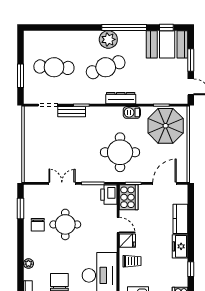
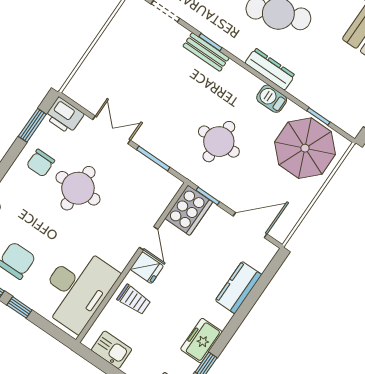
bench: (72, 112) -> (206, 52), moved
round table: (120, 152) -> (219, 142), width x0.73, depth x0.73
printer: (109, 195) -> (64, 116), moved, turned -90
freezer: (180, 246) -> (201, 341), moved

